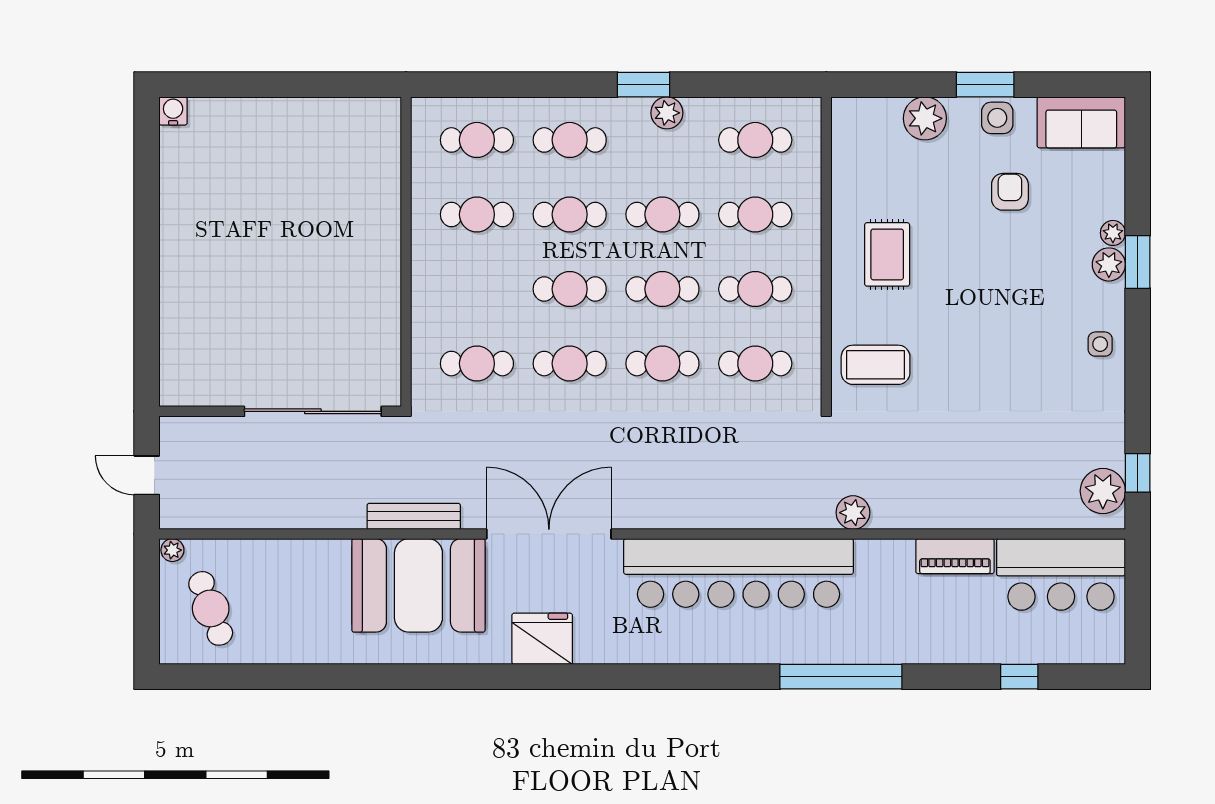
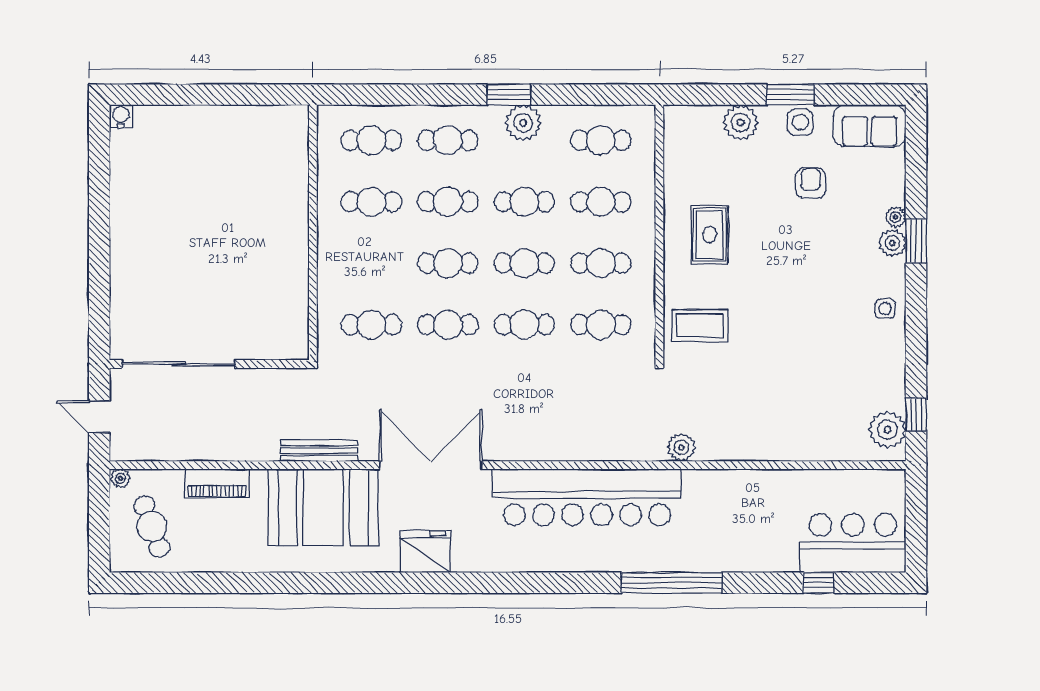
plant: (667, 113) -> (523, 123), width x1.36, depth x1.36
sliding door: (313, 411) -> (179, 364), moved
piano: (955, 556) -> (217, 483), moved
bar counter: (1061, 574) -> (853, 543), moved, turned 180

